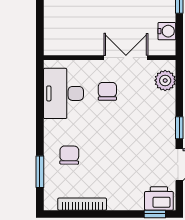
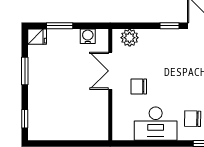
desk: (63, 93) -> (156, 124), moved

